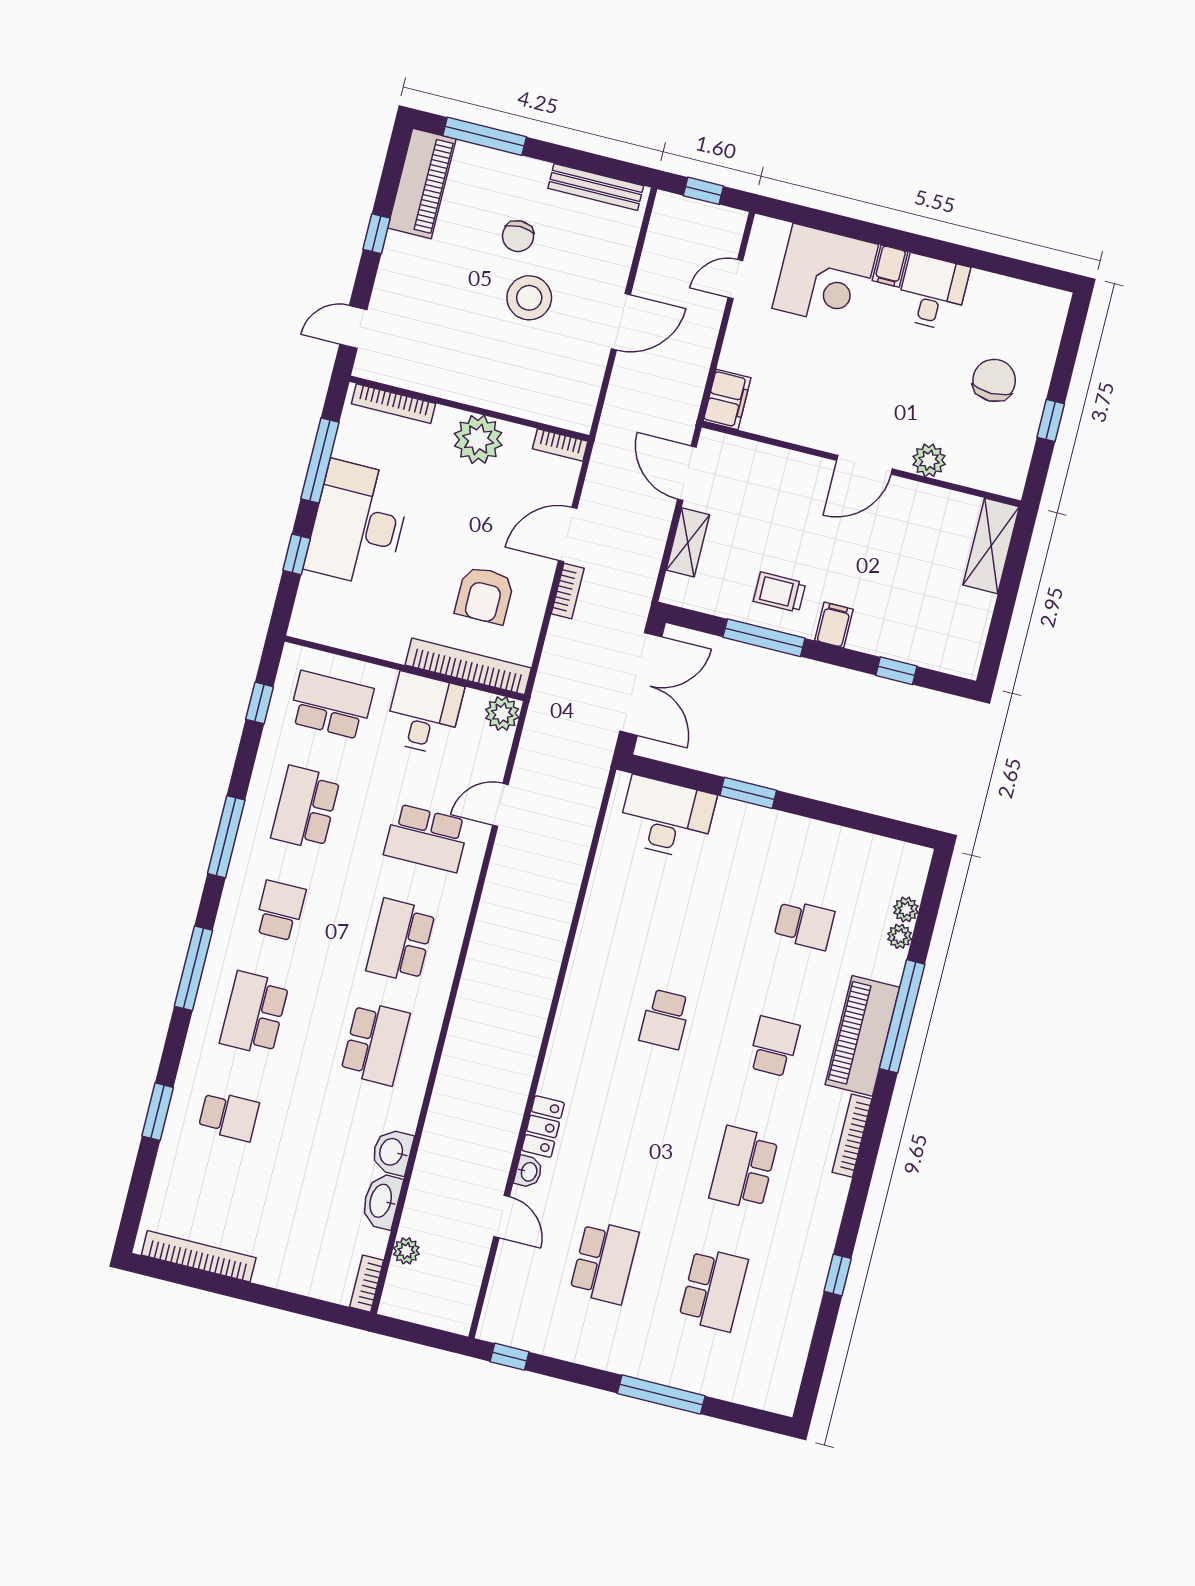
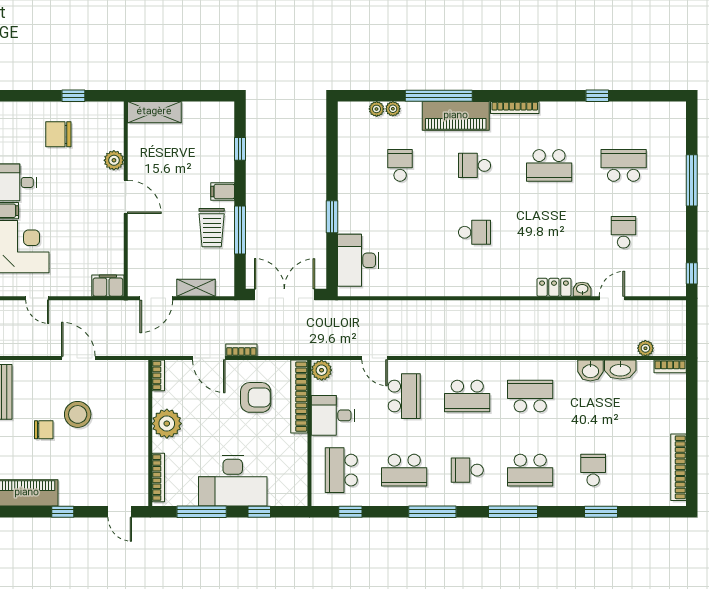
trolley: (780, 592) -> (212, 228), width x1.36, depth x1.39
school desk: (604, 1262) -> (624, 232), width x0.54

